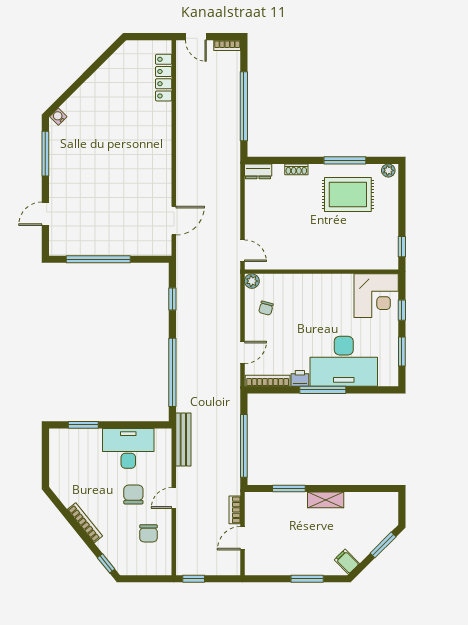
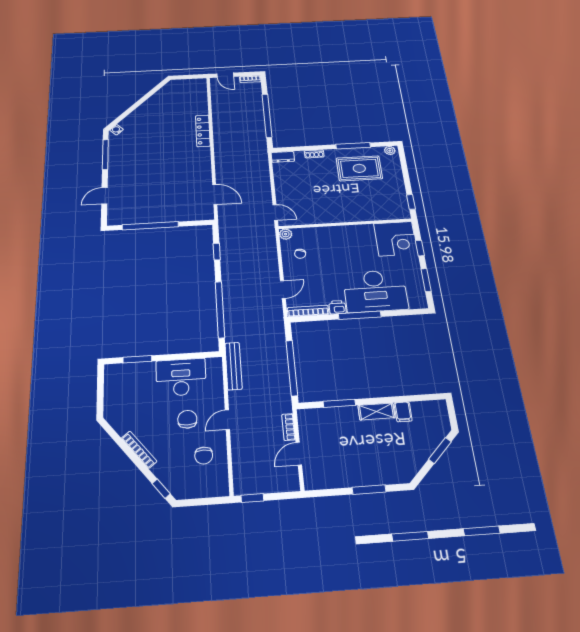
locker: (164, 78) -> (203, 131), moved
door: (174, 221) -> (215, 194), hinge flipped
filing cabinet: (347, 562) -> (403, 412), moved, turned -135

